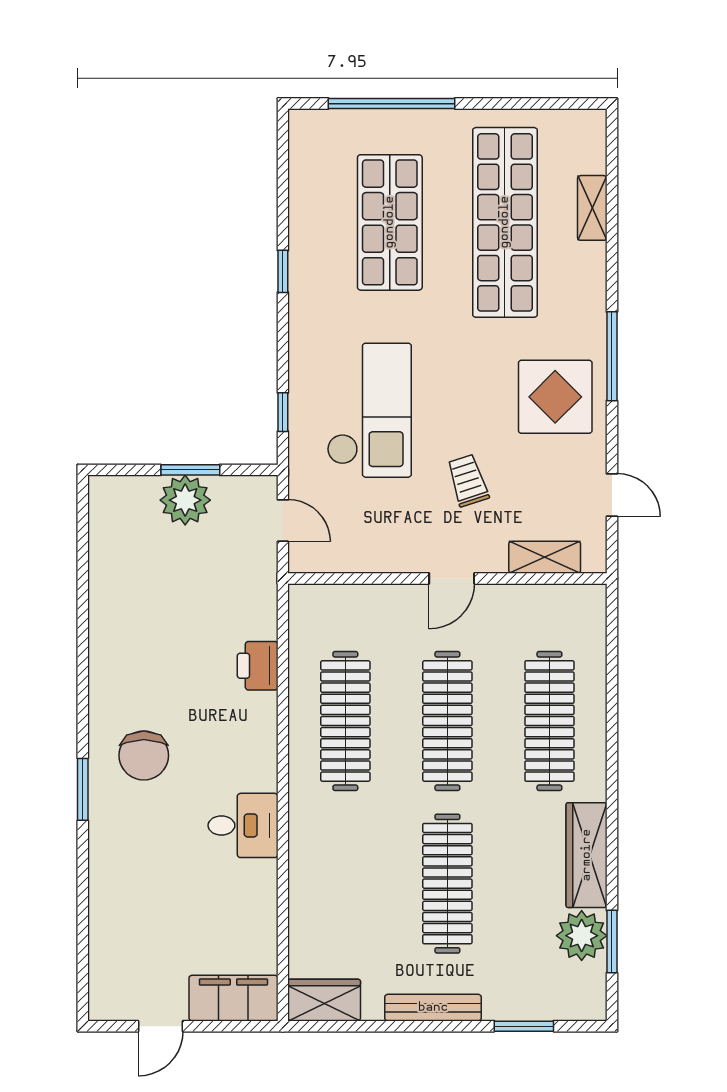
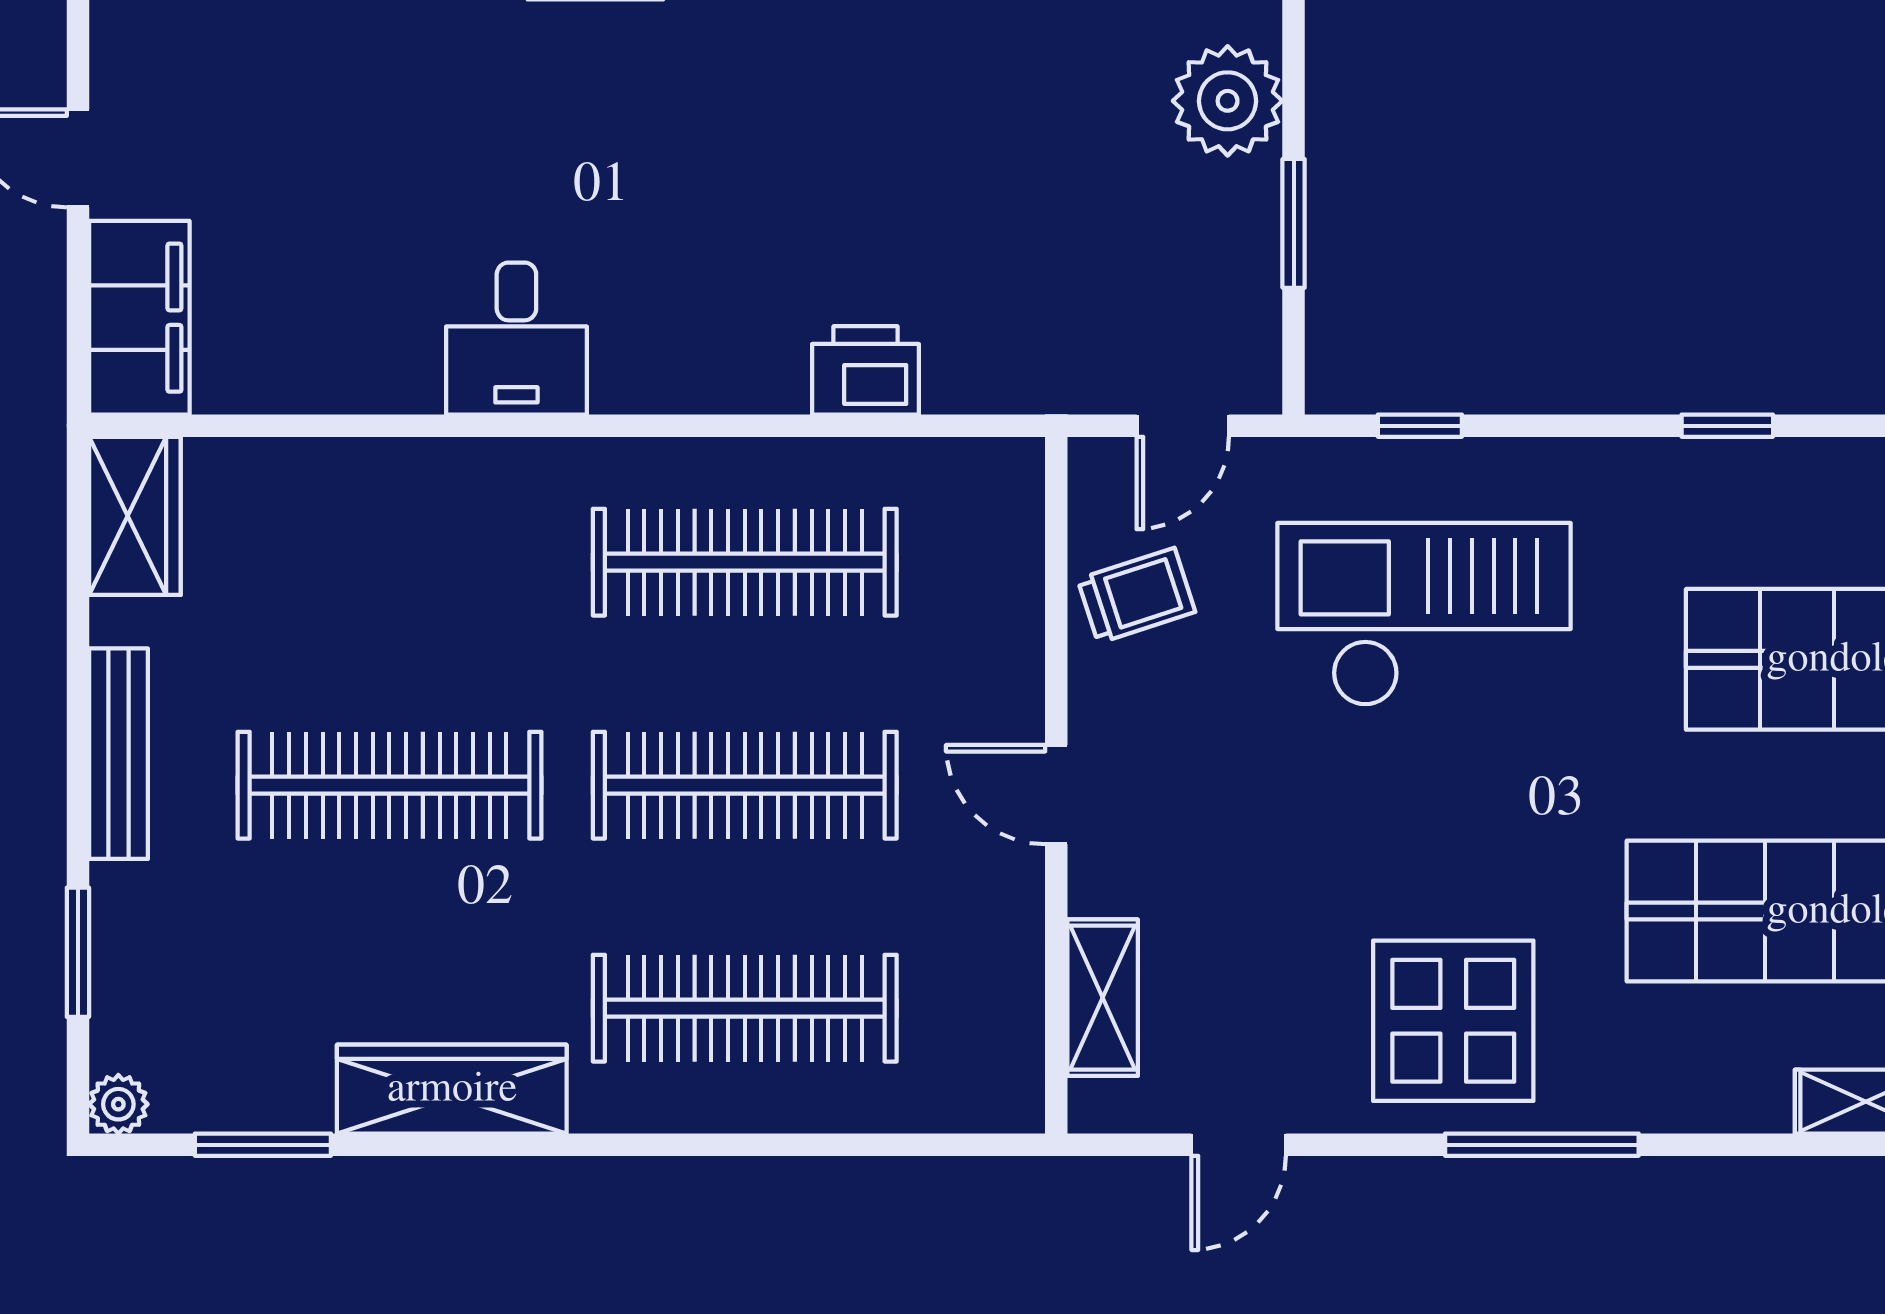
checkout: (369, 410) -> (1424, 614), turned 180
trolley: (468, 480) -> (1136, 595), moved
plant: (185, 500) -> (1228, 101), moved
chair: (144, 755) -> (670, 122), removed
plant: (582, 936) -> (118, 1104), moved, width x0.53, depth x0.53

